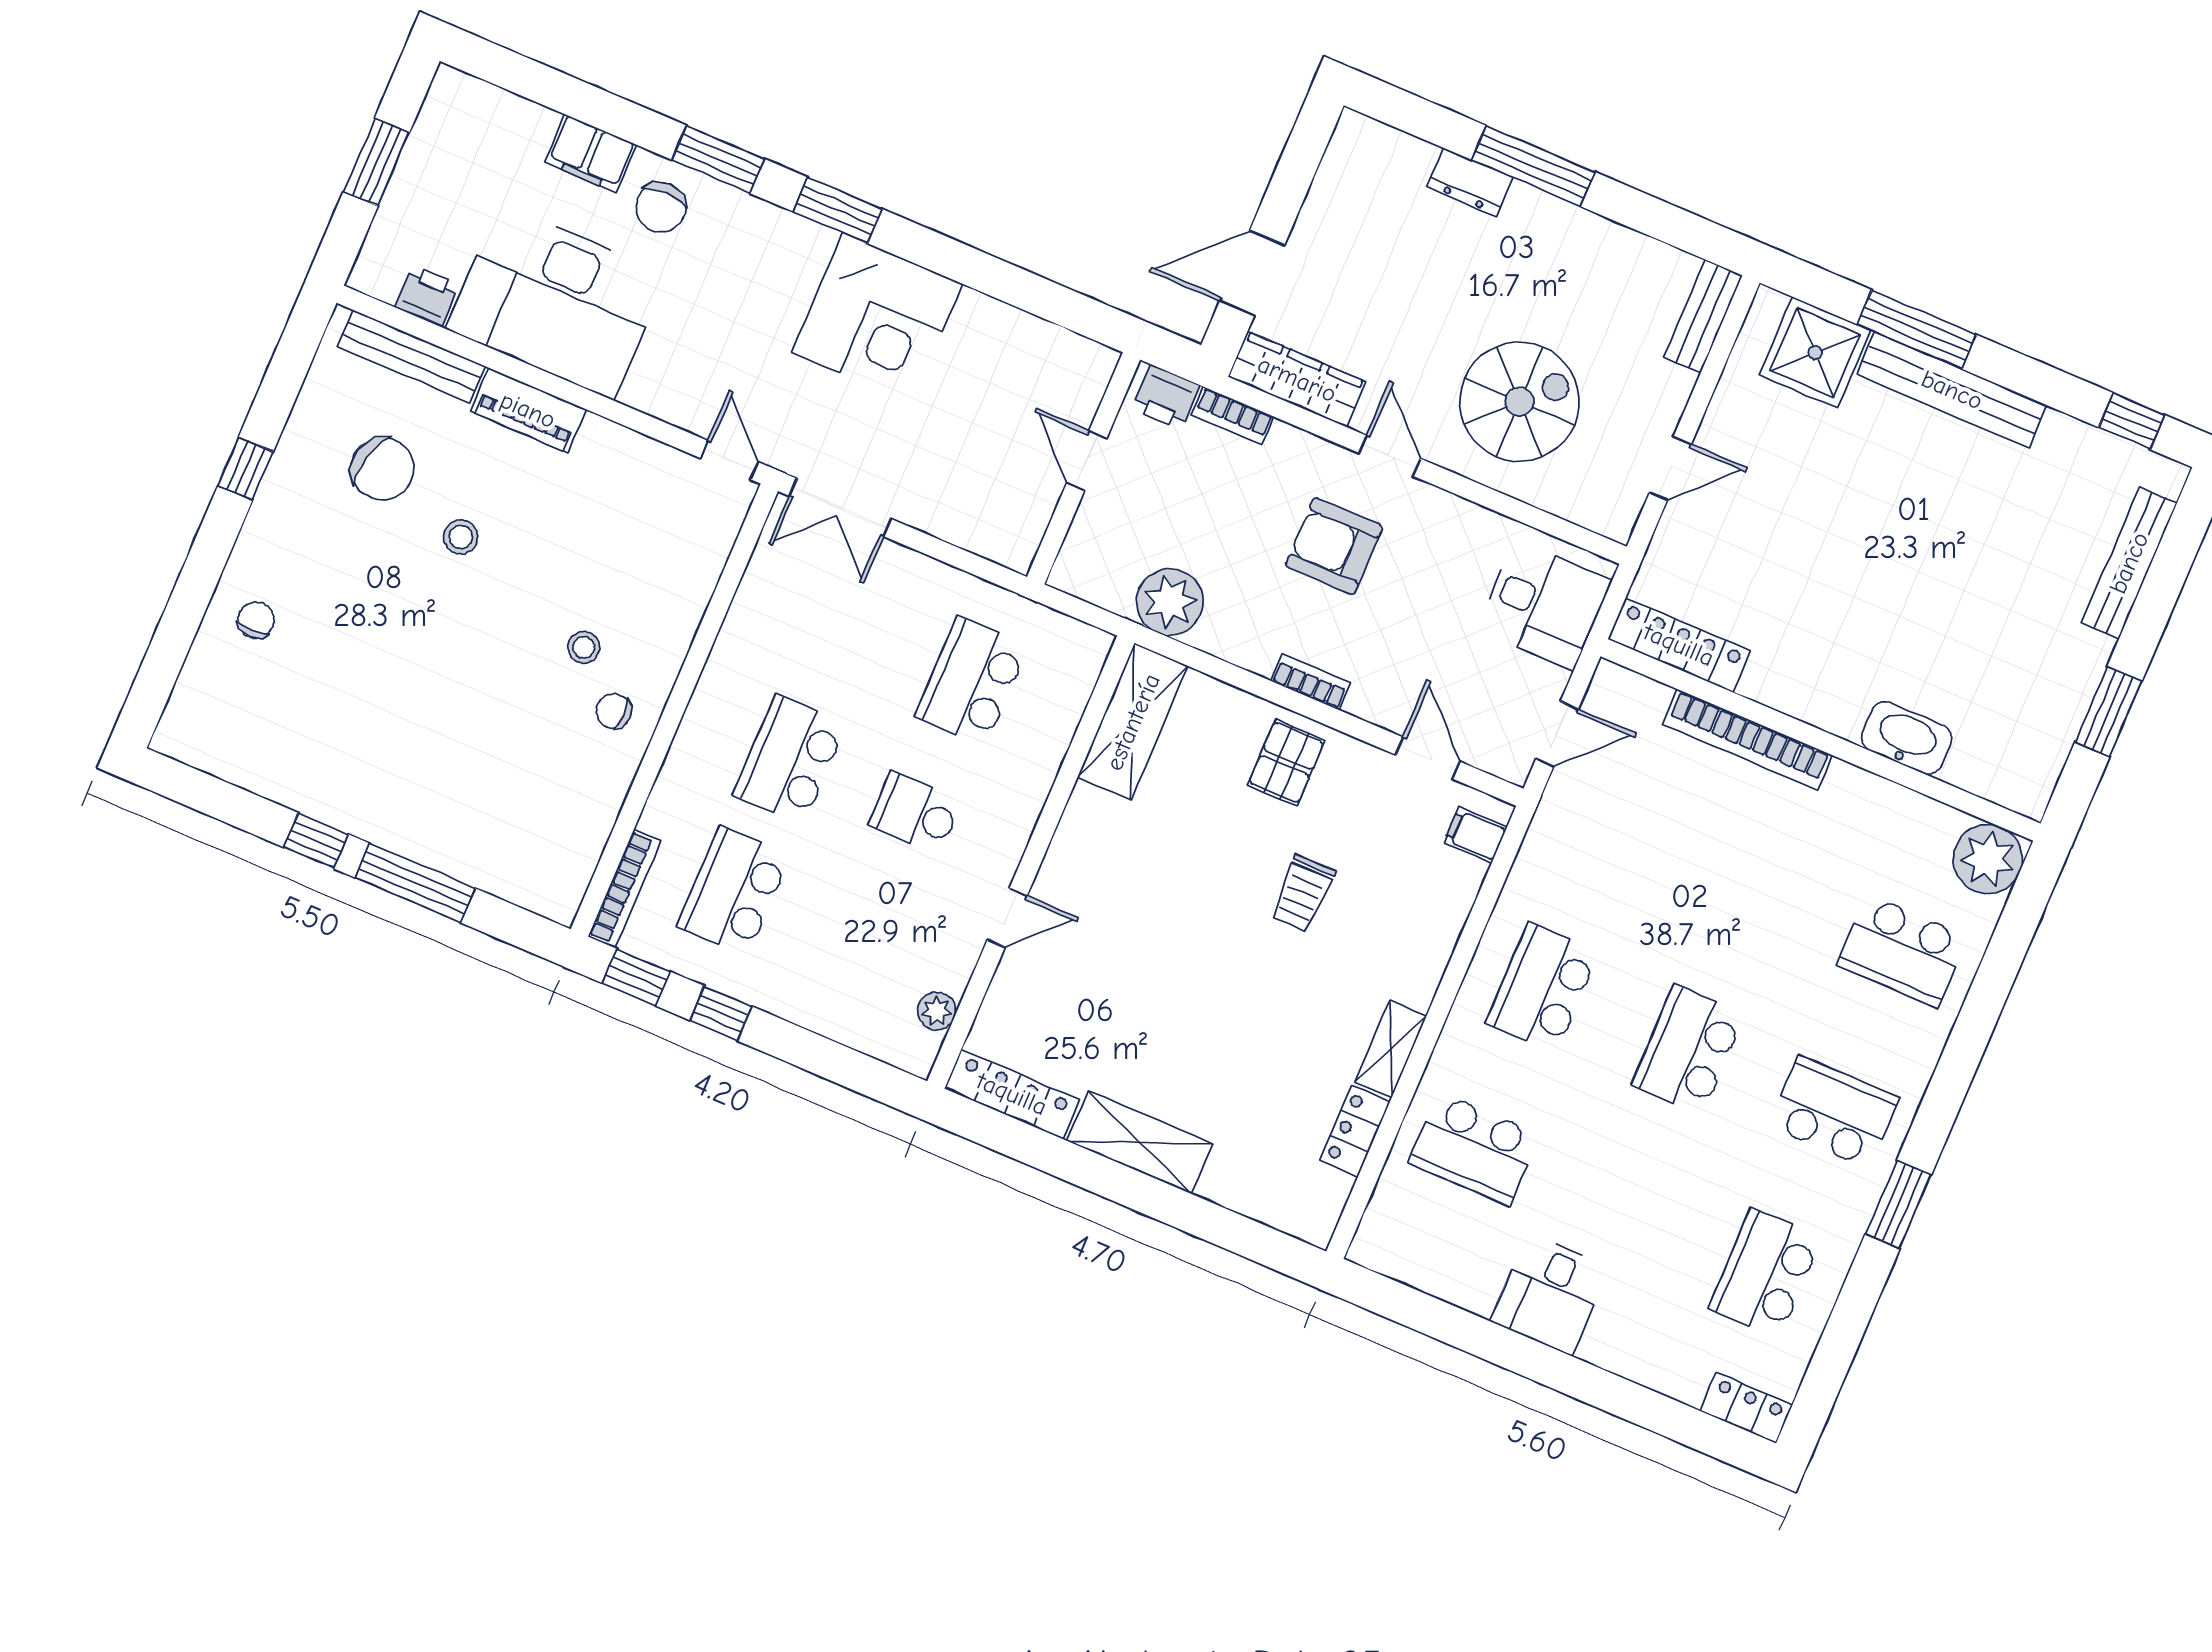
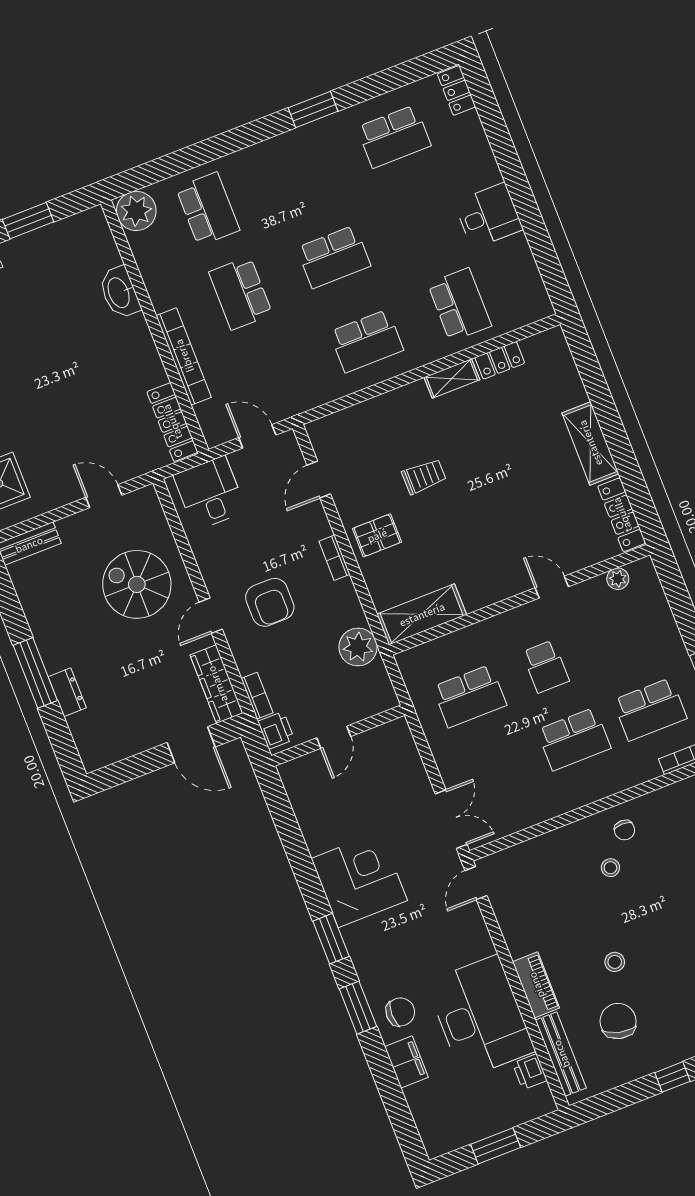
filing cabinet: (1476, 835) -> (331, 429), removed
school desk: (1834, 1112) -> (241, 293), moved

